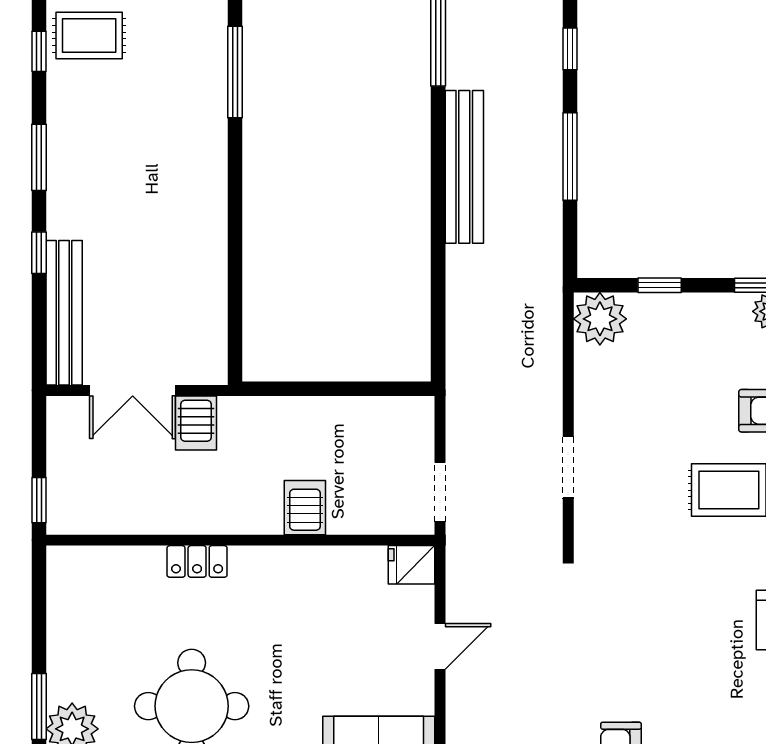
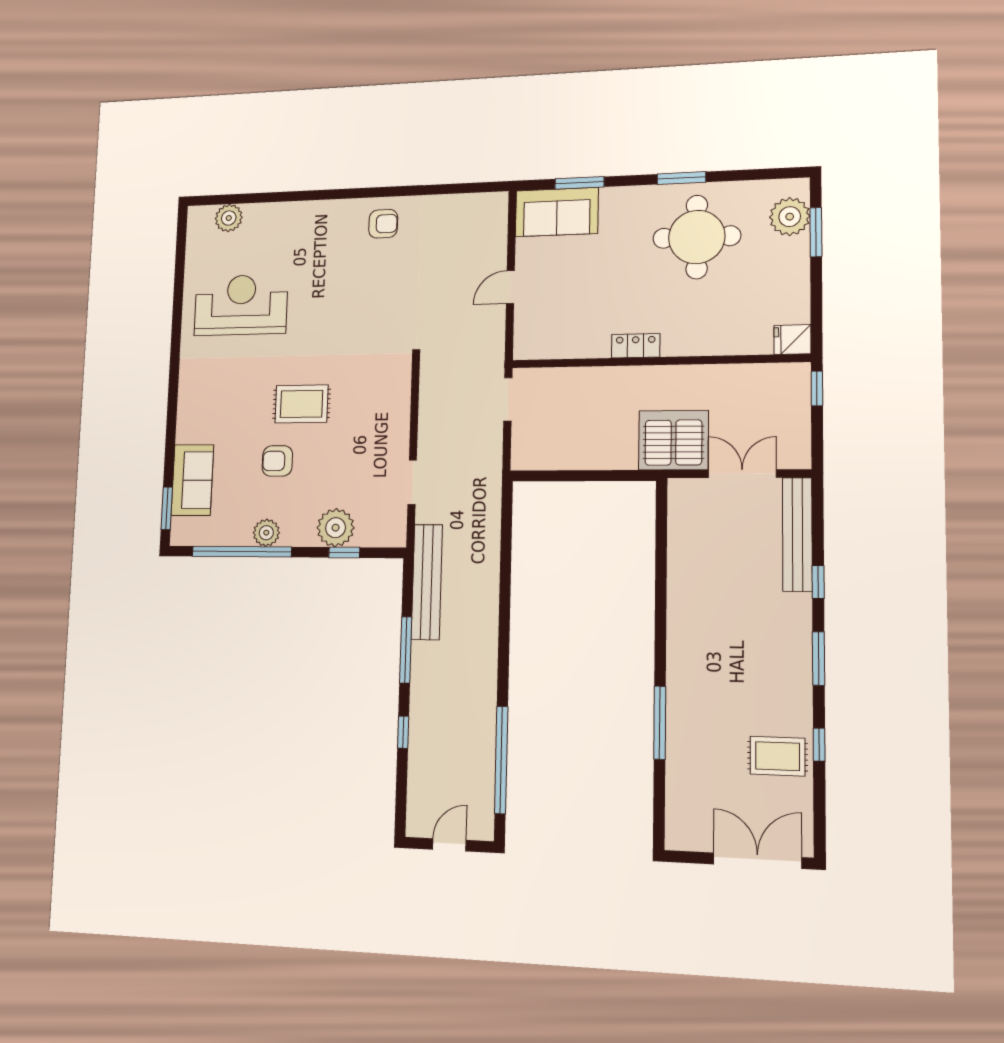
bench: (464, 167) -> (427, 582), moved
plant: (600, 319) -> (336, 528), moved
server rack: (196, 423) -> (673, 440), width x2.18, depth x1.44
doorway: (568, 467) -> (412, 482), moved
server rack: (305, 508) -> (609, 386), removed
locker: (197, 561) -> (636, 346), moved
fridge: (411, 565) -> (792, 340), moved, turned 180

